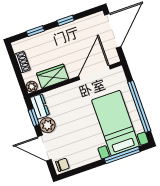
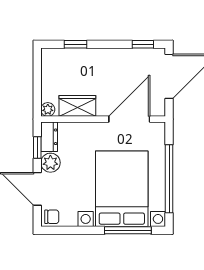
window: (66, 21) -> (143, 44), moved
shoe rack: (22, 62) -> (47, 76), removed
bed with nightstands: (115, 123) -> (122, 189), width x1.36

